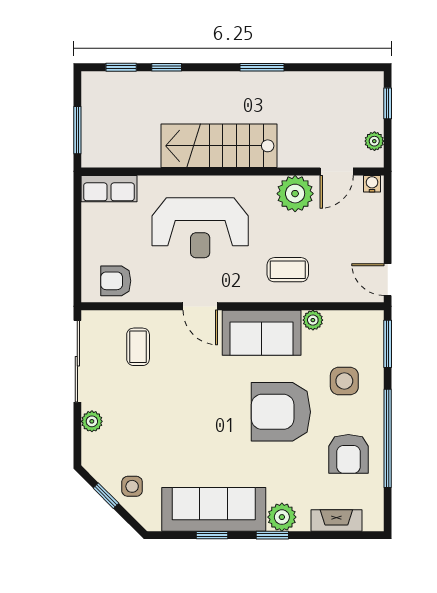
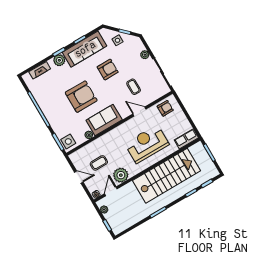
stairs: (219, 146) -> (167, 176), width x1.36, depth x1.51
coffee table: (288, 270) -> (99, 163), moved
door: (388, 280) -> (79, 177), moved
door: (200, 306) -> (139, 112), moved
coffee table: (138, 347) -> (134, 87), moved
side table: (344, 381) -> (68, 141), moved
armchair: (348, 454) -> (108, 70), moved, turned 90

